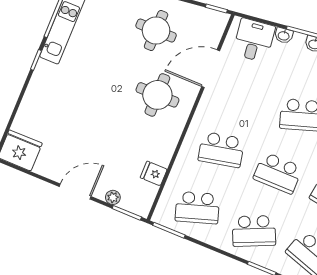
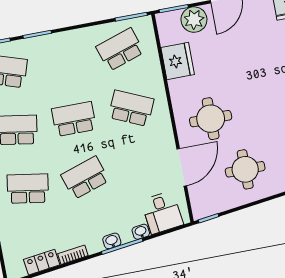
school desk: (221, 150) -> (131, 108), turned 36
fridge: (154, 173) -> (178, 61), width x1.88, depth x1.34
plant: (113, 197) -> (194, 20), width x1.87, depth x1.87
school desk: (254, 231) -> (63, 60), removed

